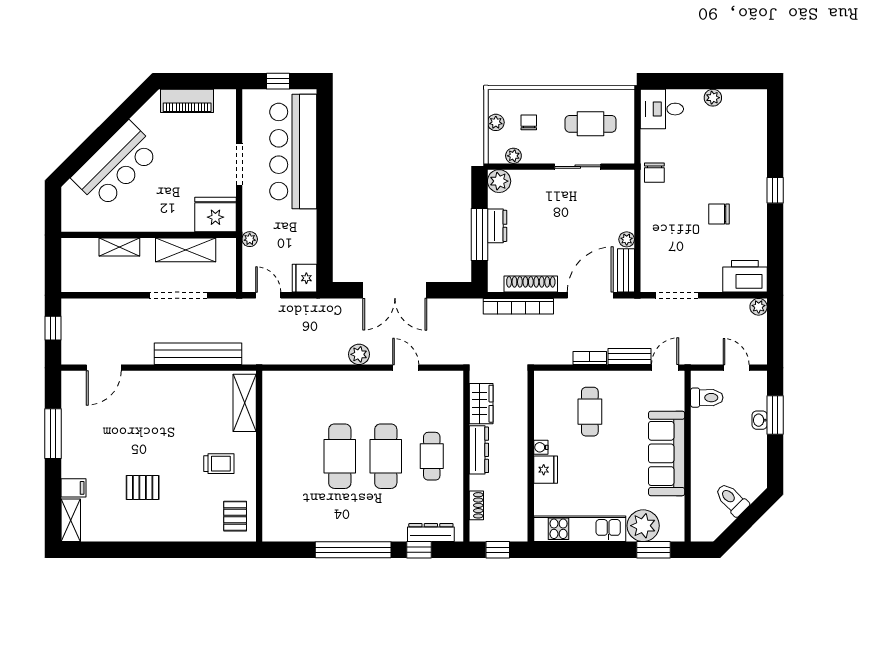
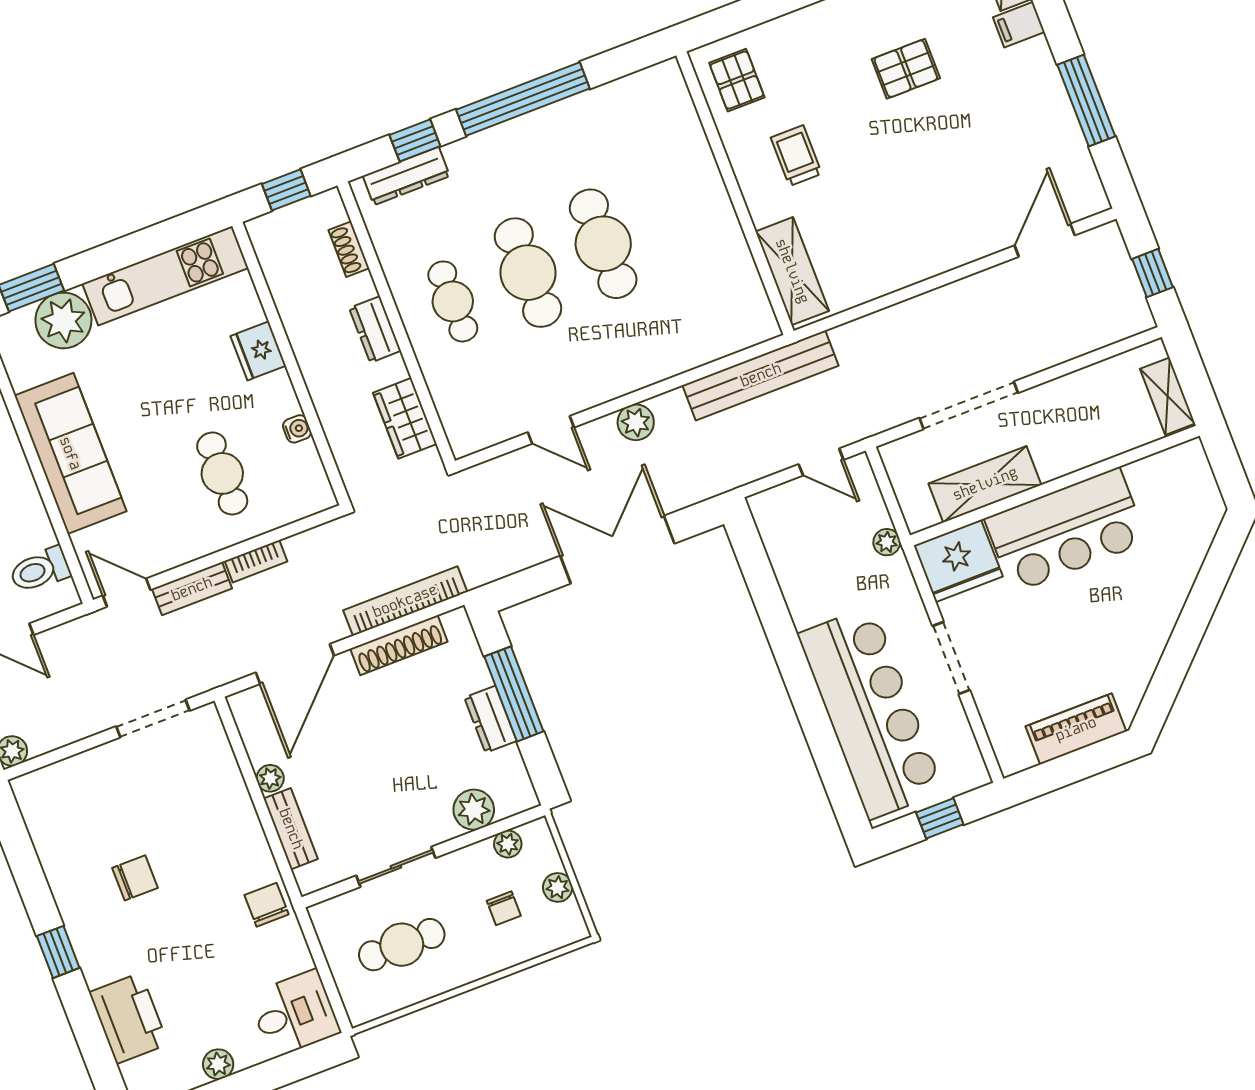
bar counter: (116, 165) -> (1066, 530), moved, turned -135
plant: (499, 181) -> (474, 810), moved
shelving: (119, 247) -> (1168, 396), moved, turned 90
bench: (626, 270) -> (291, 829), moved
printer: (745, 276) -> (129, 1018), moved, turned -90
fridge: (304, 278) -> (773, 513), removed
bench: (198, 354) -> (761, 375), moved
door: (665, 368) -> (127, 593), swing flipped
water cooler: (541, 447) -> (297, 429), moved
dresser: (479, 450) -> (375, 329), width x0.70
trolley: (219, 464) -> (796, 156), turned 90

